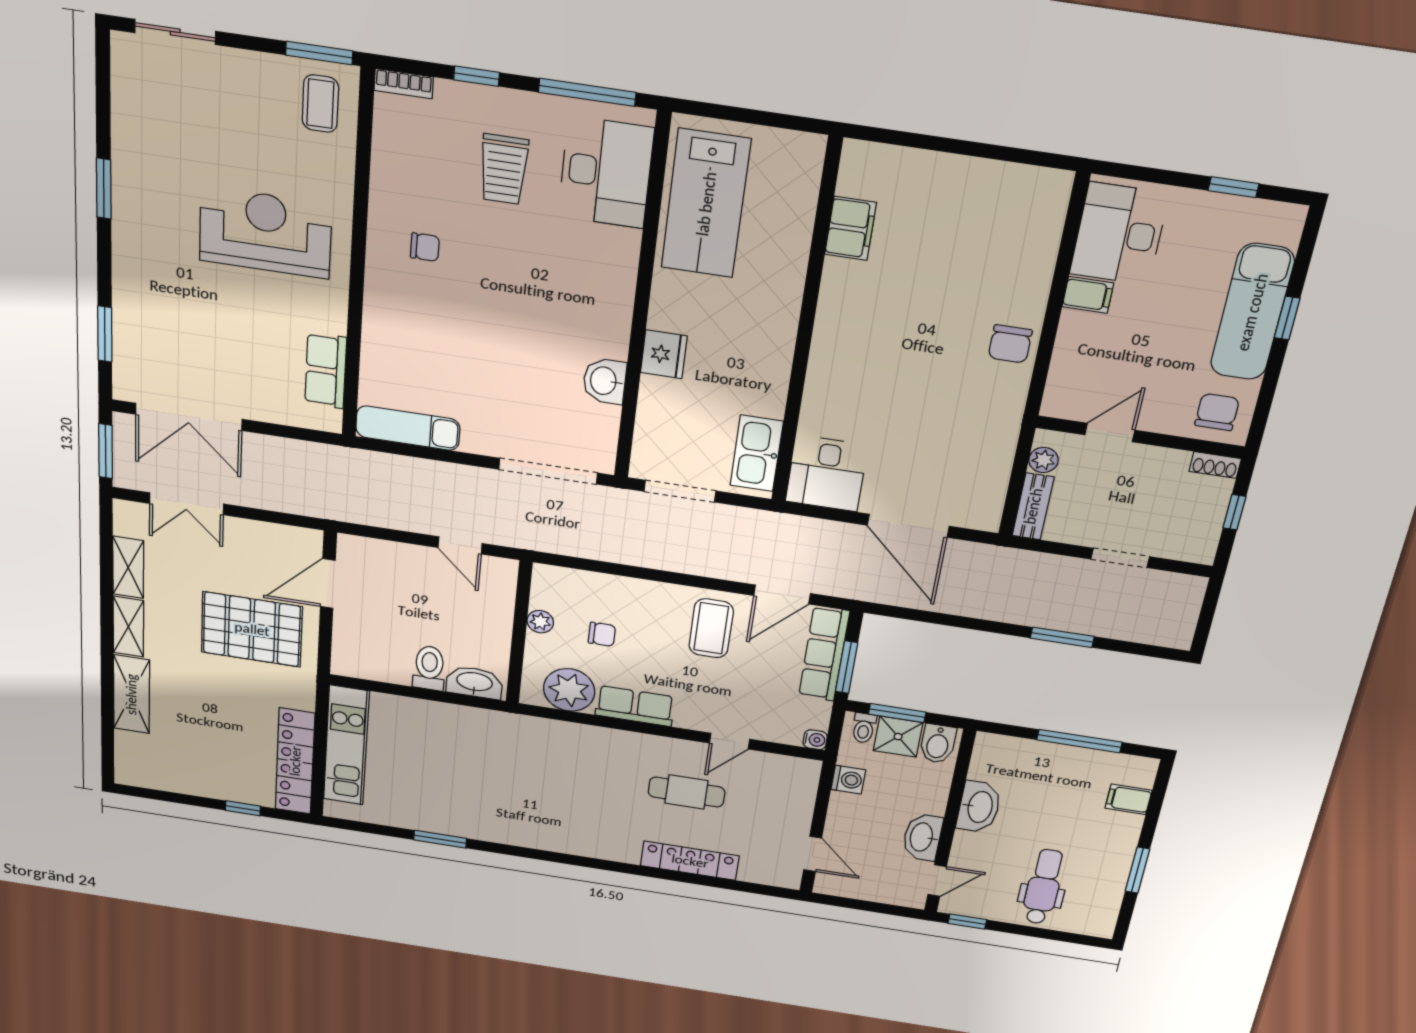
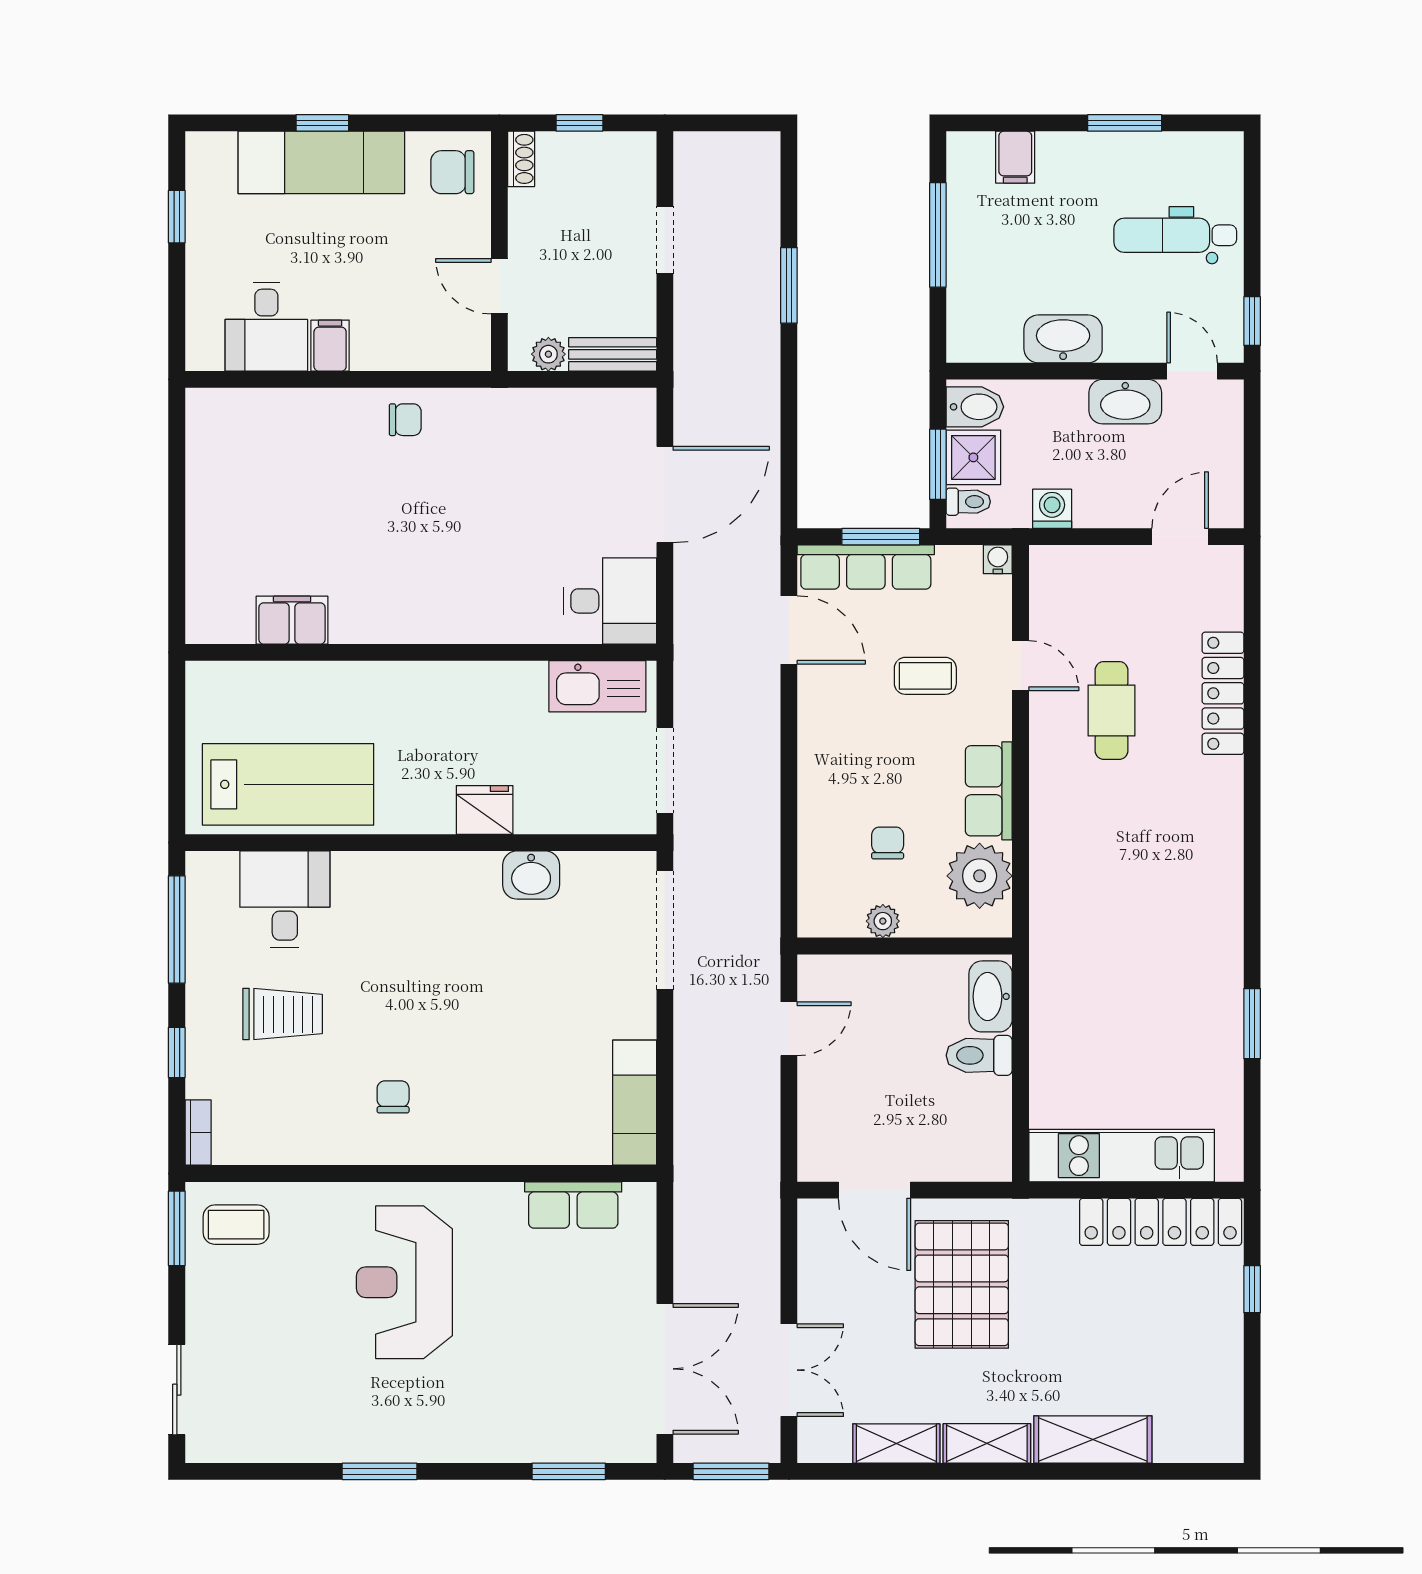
desk: (606, 172) -> (285, 899), width x0.73
desk: (1119, 234) -> (266, 327), width x0.73
chair: (1010, 344) -> (405, 420), width x0.73, depth x0.73
coffee table: (711, 628) -> (925, 676), moved, width x0.73, depth x0.77

